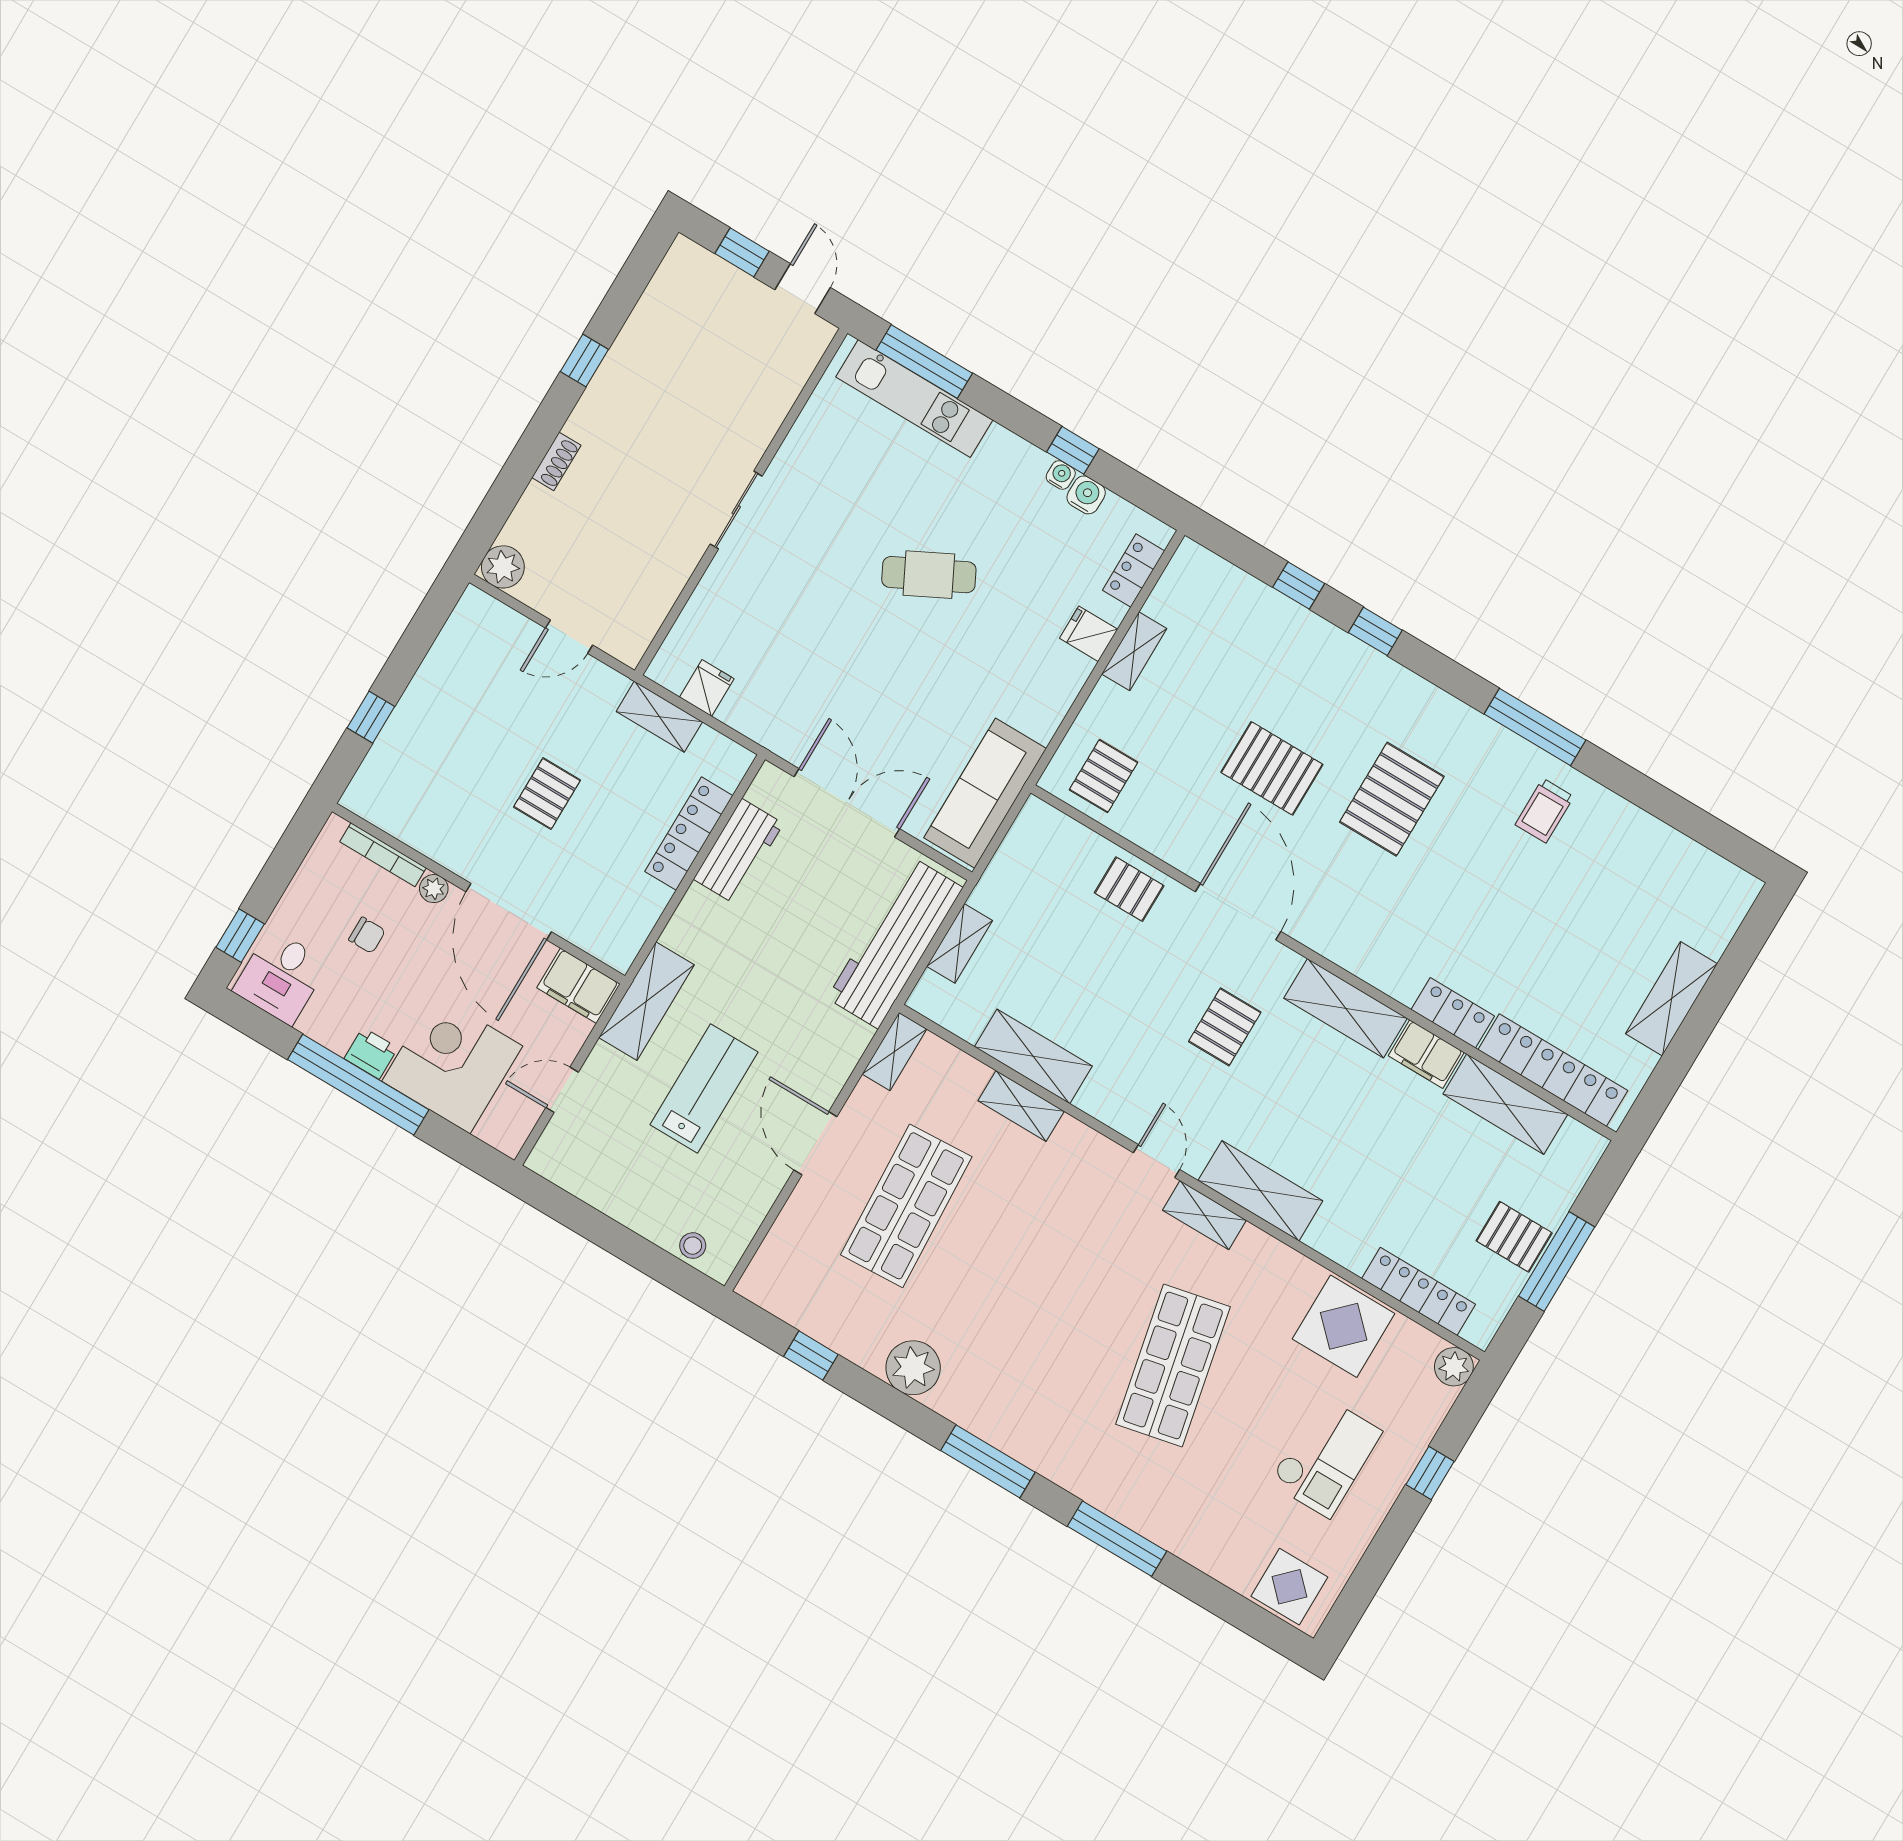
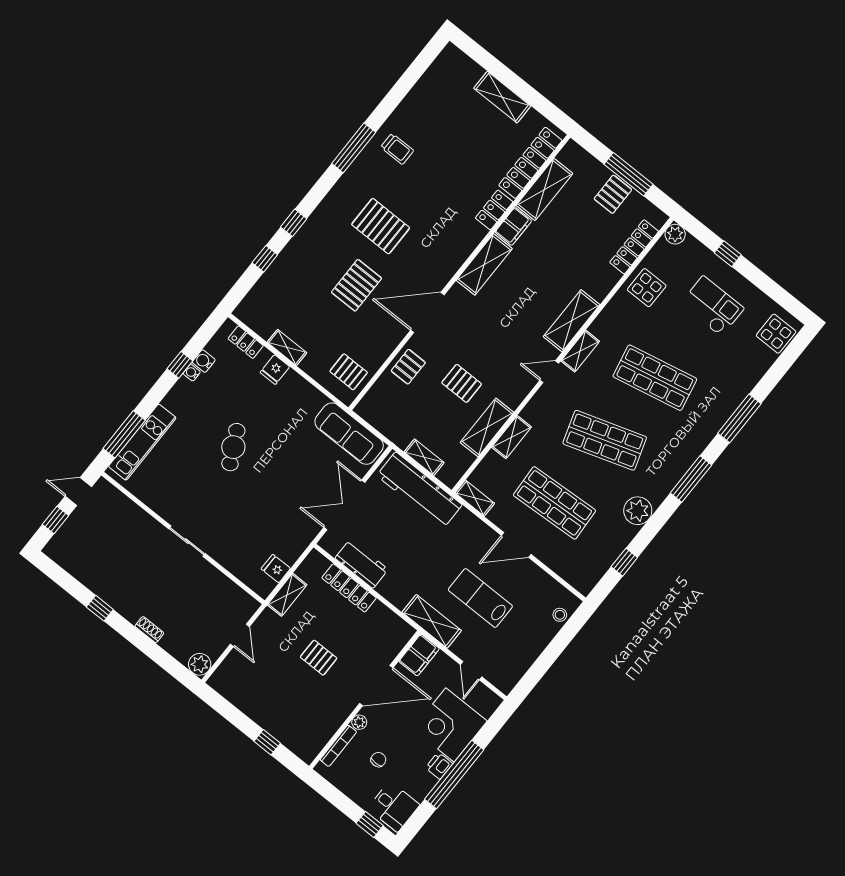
pallet: (1225, 1027) -> (462, 383), moved
shop shelf: (1040, 1286) -> (605, 440), added
display table: (1344, 1326) -> (647, 288), width x0.73, depth x0.73

